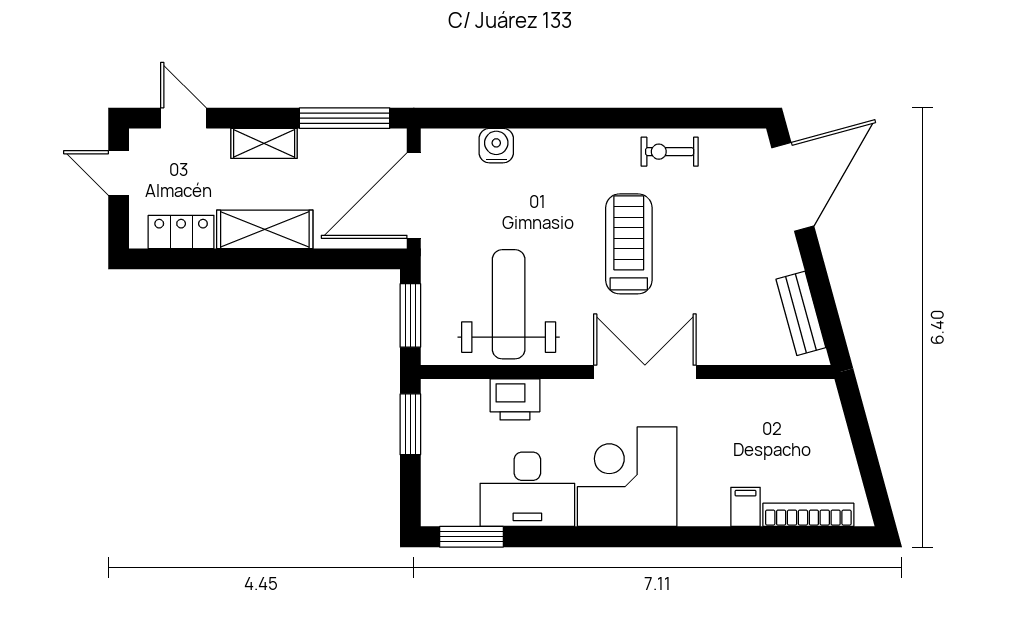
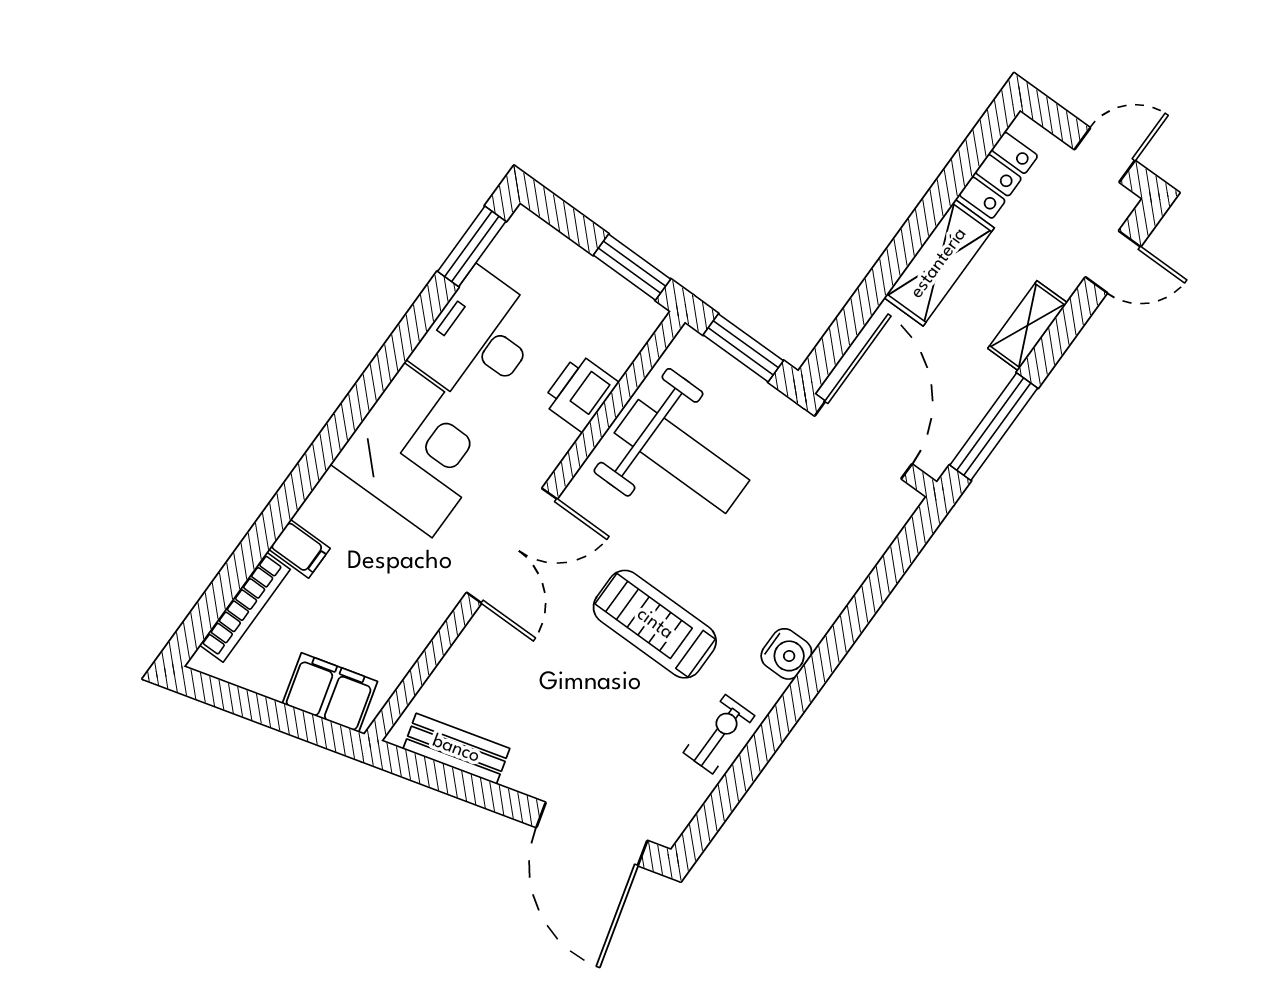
water cooler: (496, 146) -> (786, 654), moved
treadmill: (629, 244) -> (655, 624), turned 180
filing cabinet: (824, 421) -> (330, 692), added

